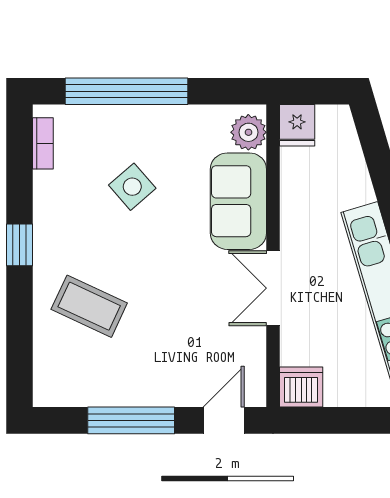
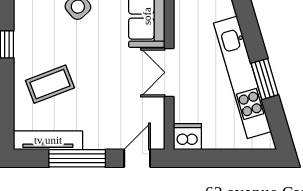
coffee table: (89, 306) -> (50, 84), turned -46
tv unit: (86, 393) -> (48, 140), added

